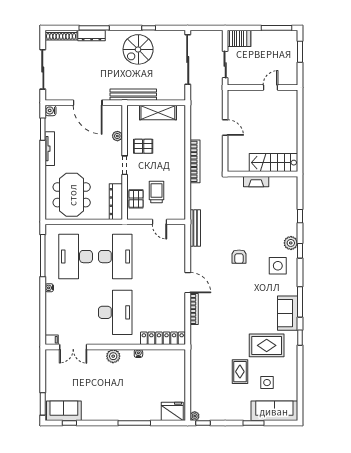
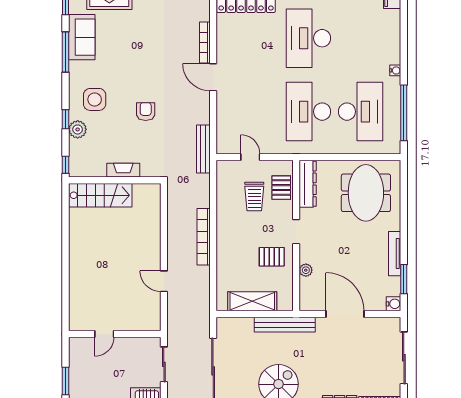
stairs: (274, 163) -> (100, 195), moved
wall: (263, 174) -> (115, 180), moved
fireplace: (256, 182) -> (123, 170), moved

